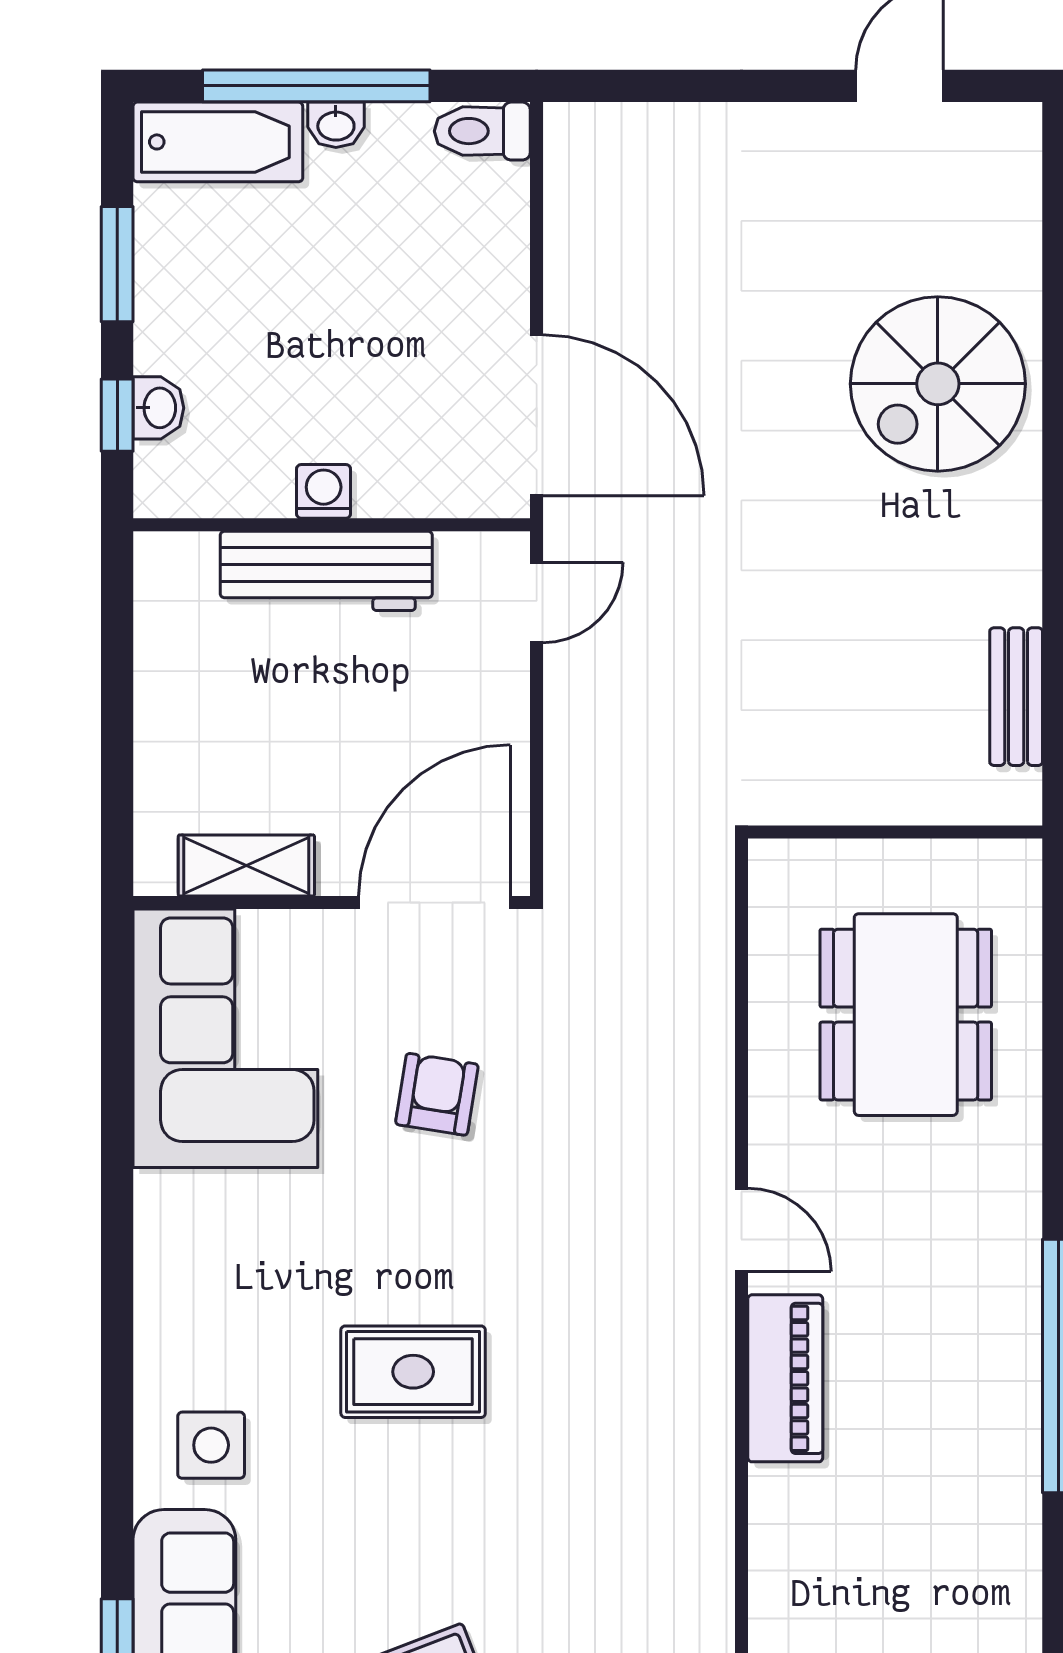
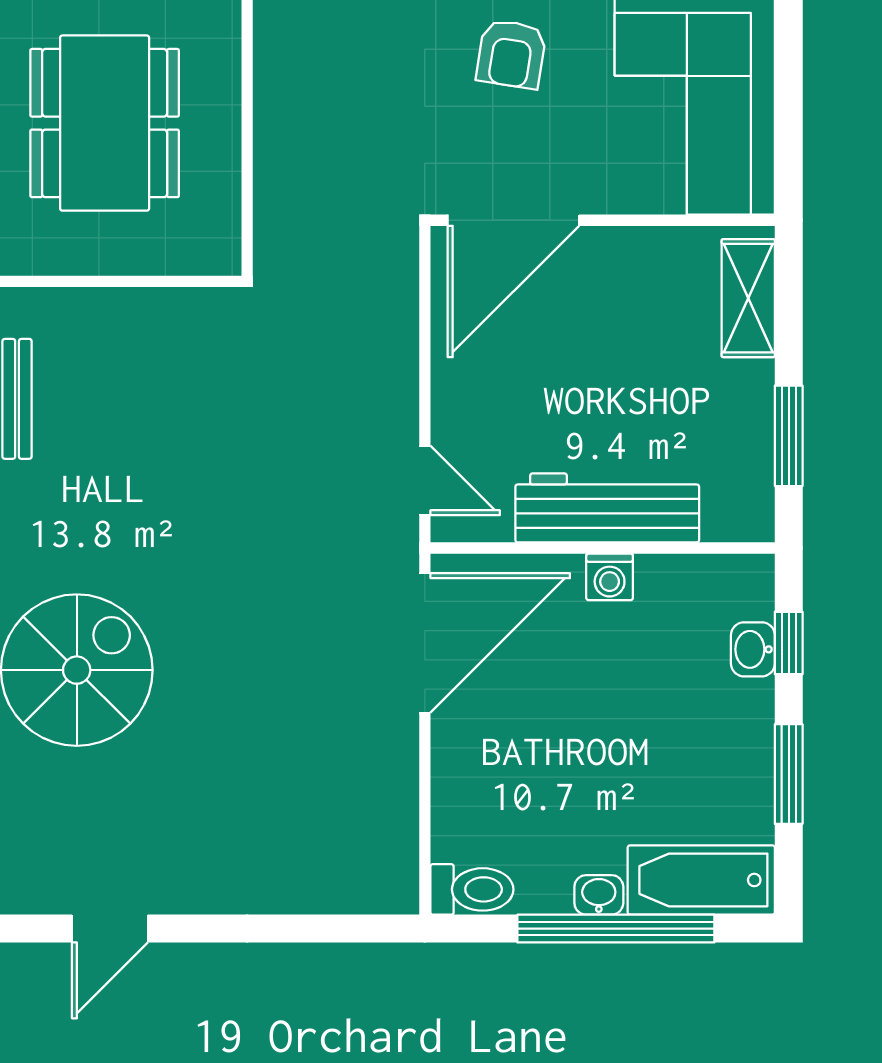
door: (537, 415) -> (425, 643), swing flipped
door: (537, 603) -> (425, 480), swing flipped
window: (117, 654) -> (789, 436), added
shelving: (246, 866) -> (748, 298), moved, turned 90

